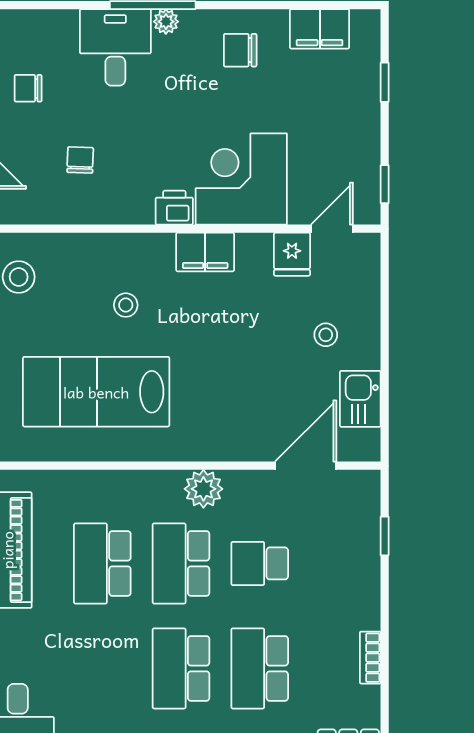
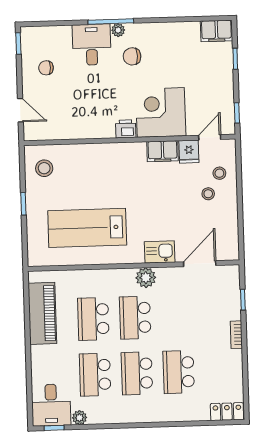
filing cabinet: (320, 29) -> (216, 31), moved
chair: (240, 50) -> (132, 56), moved
chair: (80, 160) -> (75, 105), removed
filing cabinet: (205, 252) -> (163, 151), moved
stool: (126, 305) -> (219, 173), moved
kitchen sink: (360, 399) -> (160, 252), moved, turned 90
school desk: (260, 563) -> (95, 375), moved, width x1.85
bookcase: (370, 658) -> (236, 335), moved

